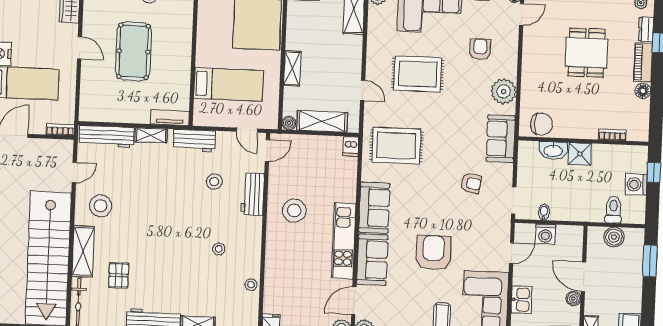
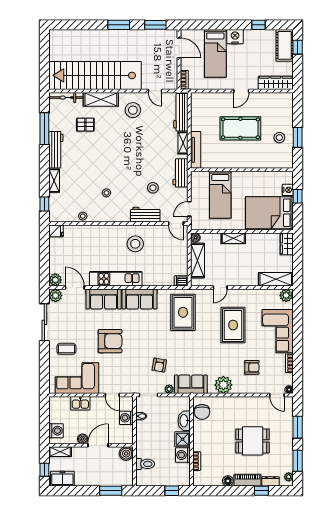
tv unit: (170, 118) -> (196, 150), width x1.41
plant: (506, 170) -> (169, 389), added
washing machine: (636, 184) -> (183, 455), moved, turned -90
boiler: (614, 237) -> (126, 454), moved

